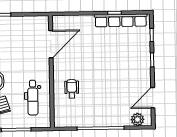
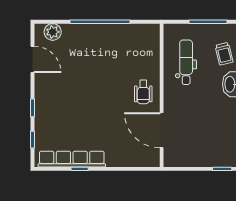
door: (51, 44) -> (162, 130), hinge flipped
wheelchair: (72, 89) -> (143, 92), moved
door: (153, 98) -> (33, 59), hinge flipped

